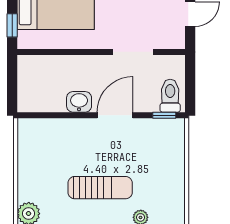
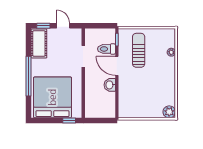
toilet: (170, 96) -> (106, 49), moved
sun lounger: (100, 188) -> (139, 50), moved

